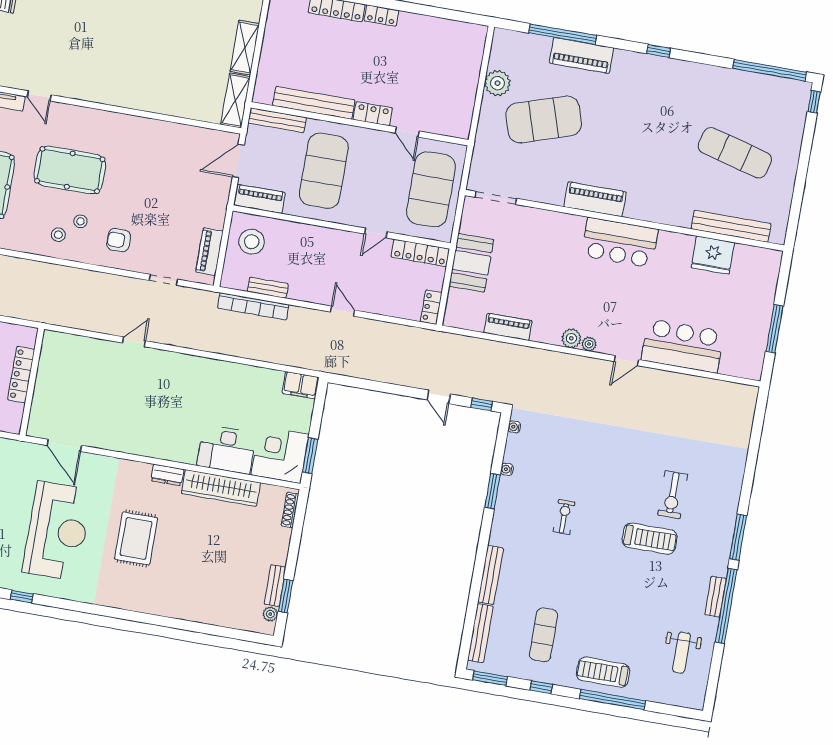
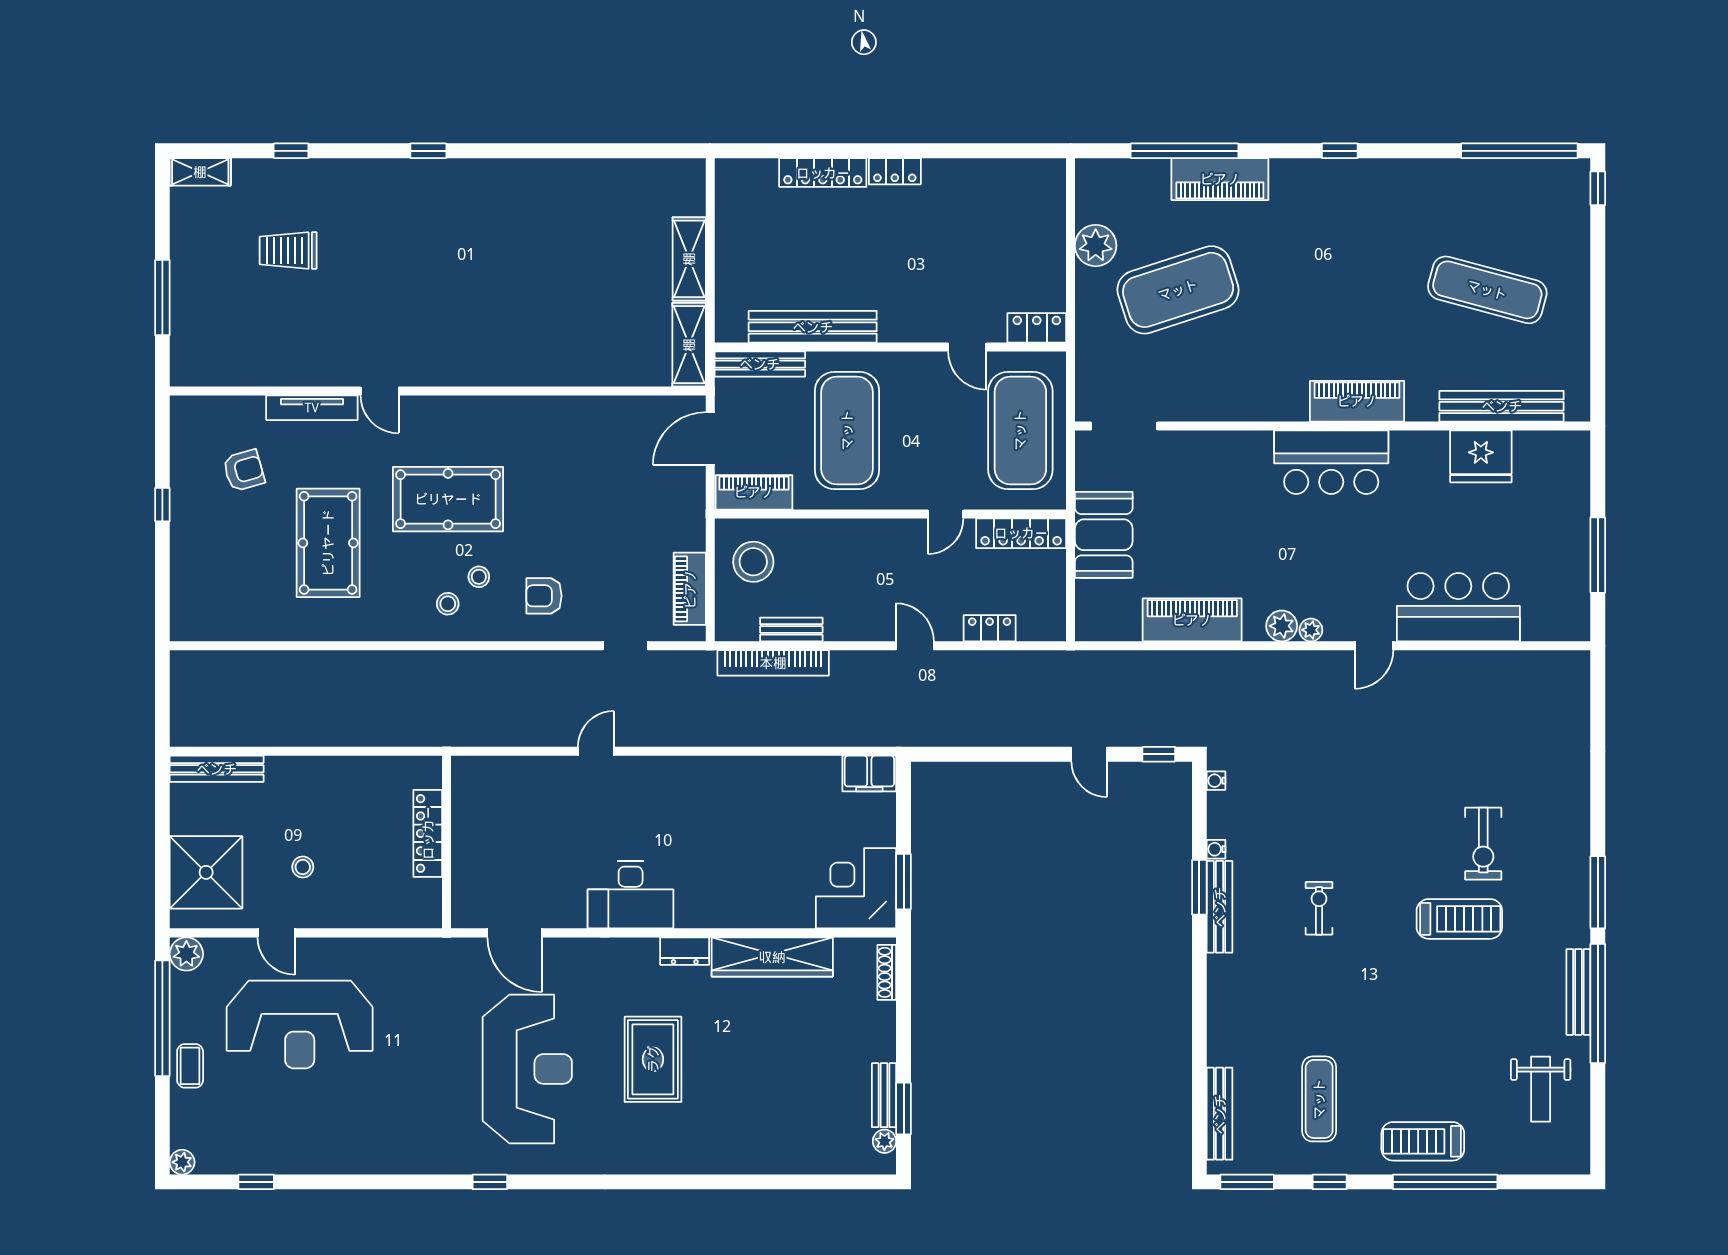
locker: (373, 114) -> (1037, 328), moved
piano: (595, 199) -> (1357, 401), moved
locker: (431, 307) -> (990, 628), moved, turned 90
piano: (508, 327) -> (1192, 620), width x1.37, depth x1.33
desk: (227, 449) -> (631, 895), moved
bench: (491, 575) -> (1220, 907), moved
bench: (715, 597) -> (1578, 992), width x1.36

